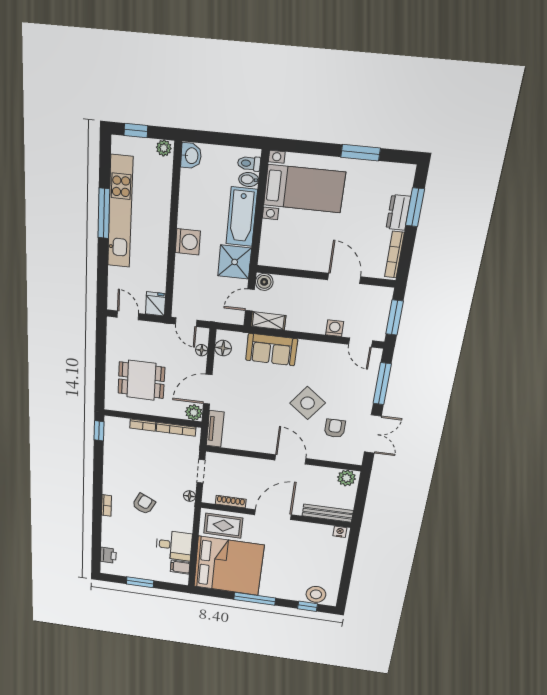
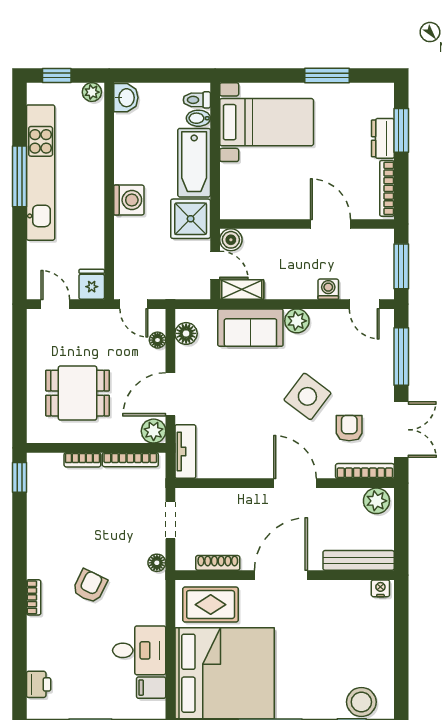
door: (250, 300) -> (215, 265), swing flipped
plant: (307, 349) -> (297, 321), added
bookcase: (342, 458) -> (365, 471), added

